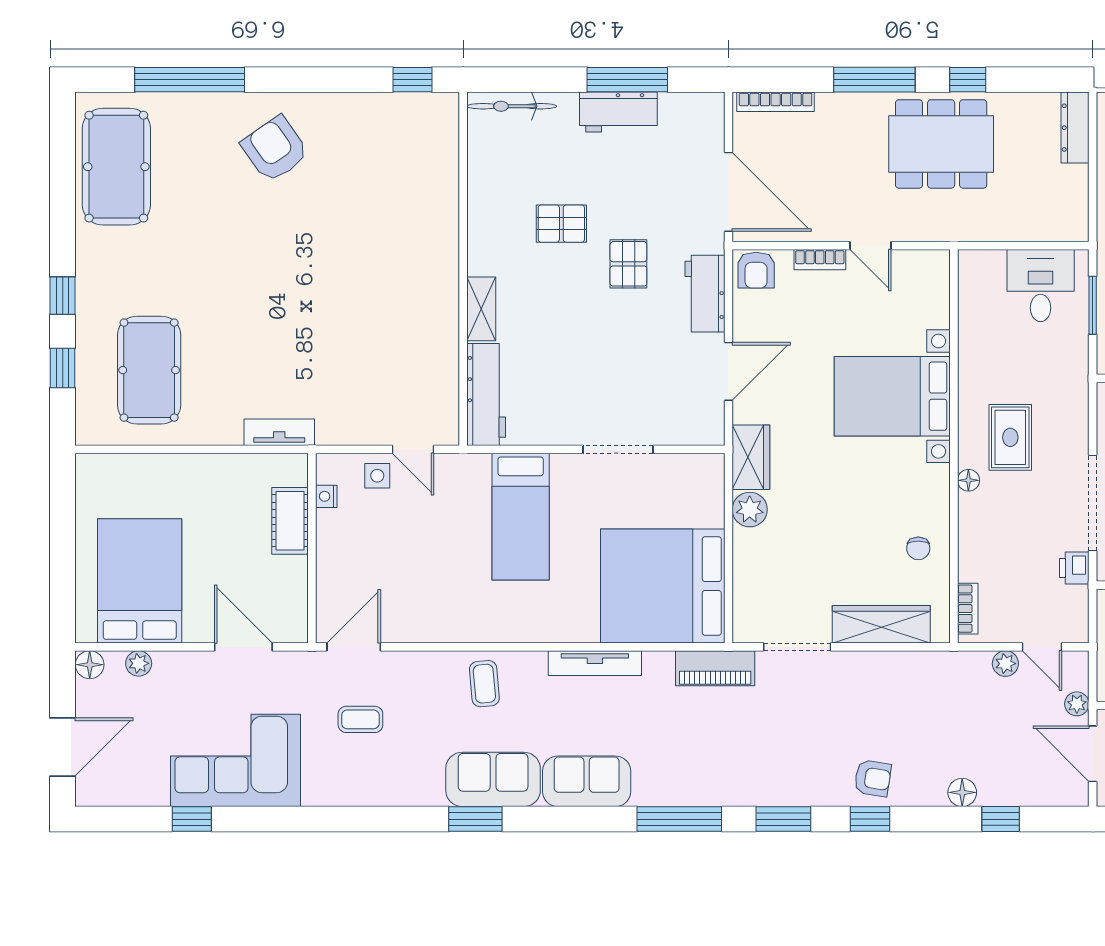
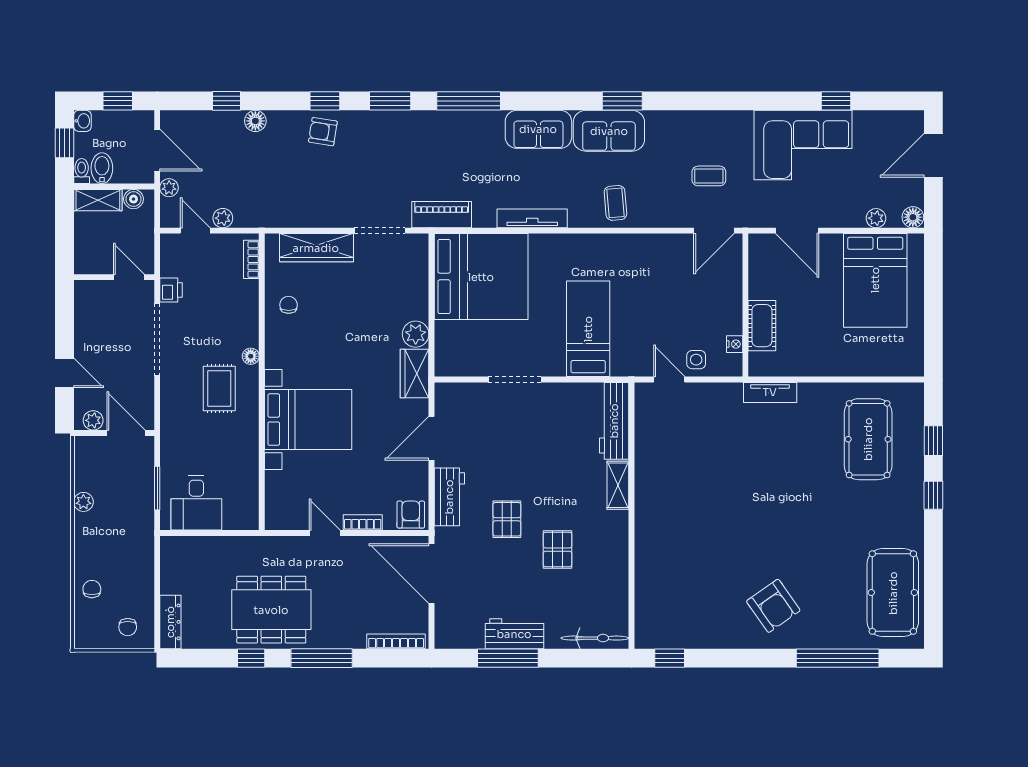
pallet: (561, 224) -> (557, 550), turned 90

